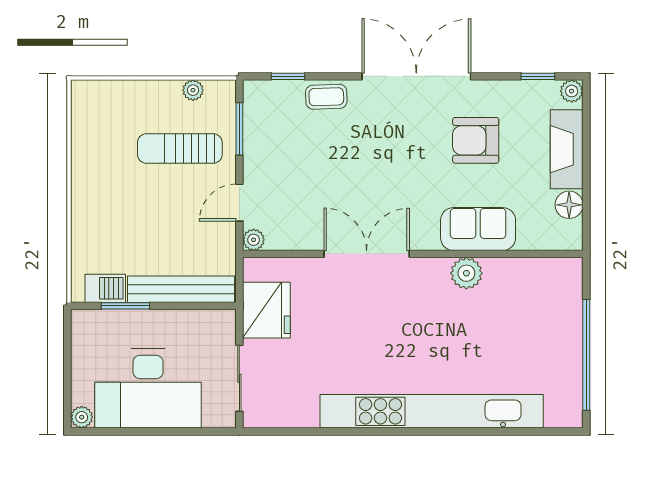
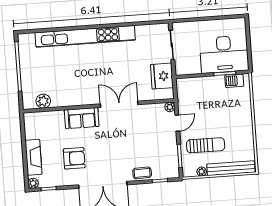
floor lamp: (569, 205) -> (31, 133), removed
sofa: (478, 229) -> (82, 118), moved
double door: (367, 254) -> (119, 104), swing flipped
plant: (466, 273) -> (43, 101), moved
bench: (181, 289) -> (231, 168), moved
desk: (148, 388) -> (224, 54), moved, turned 180
plant: (82, 417) -> (241, 23), removed

